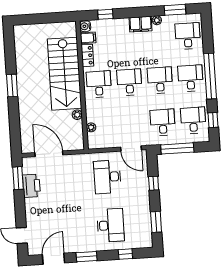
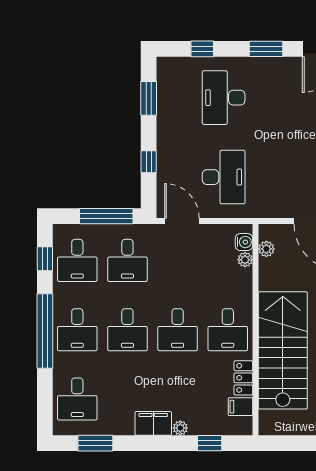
plant: (157, 20) -> (180, 428), moved
water cooler: (85, 26) -> (244, 242), moved
plant: (77, 115) -> (266, 249), moved

